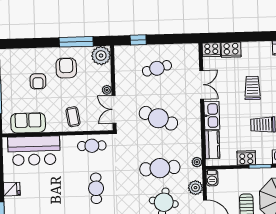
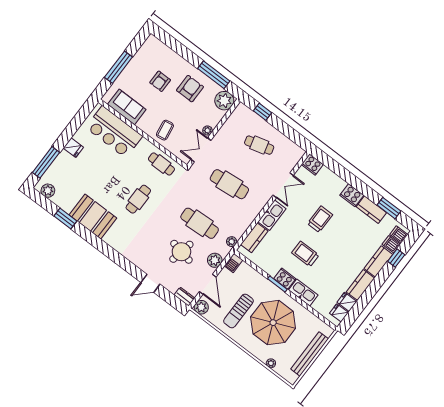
cooker: (231, 50) -> (352, 195), moved
cafe table: (158, 118) -> (229, 184), turned -30
cooker: (246, 158) -> (285, 279), moved

